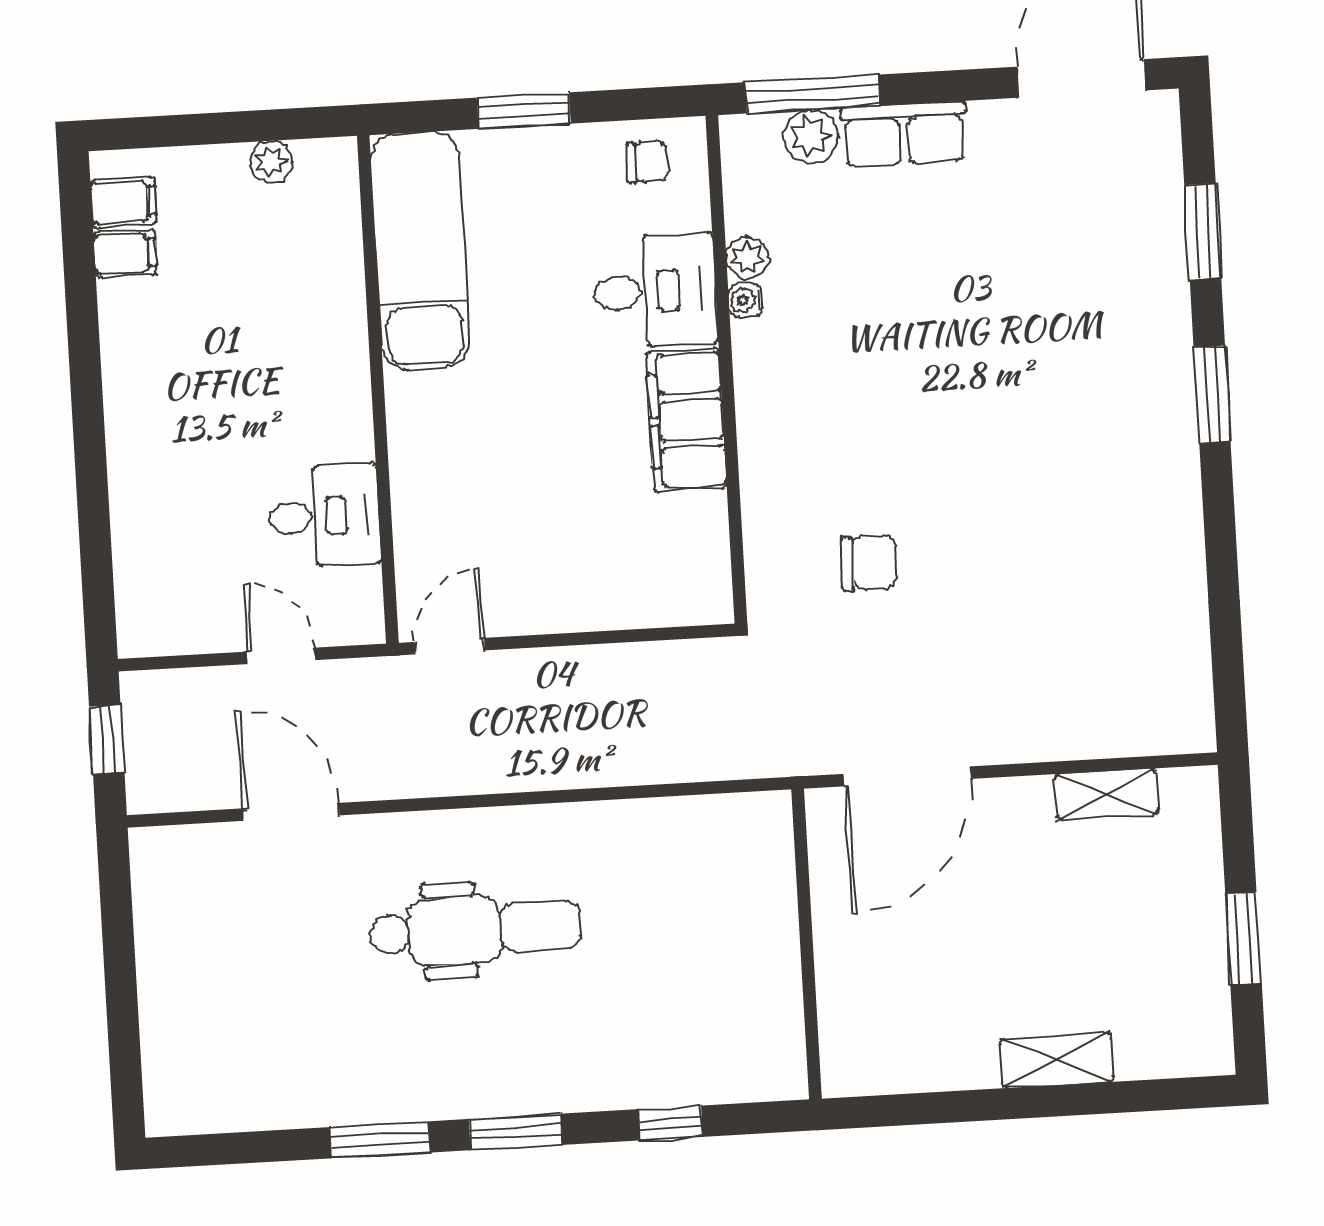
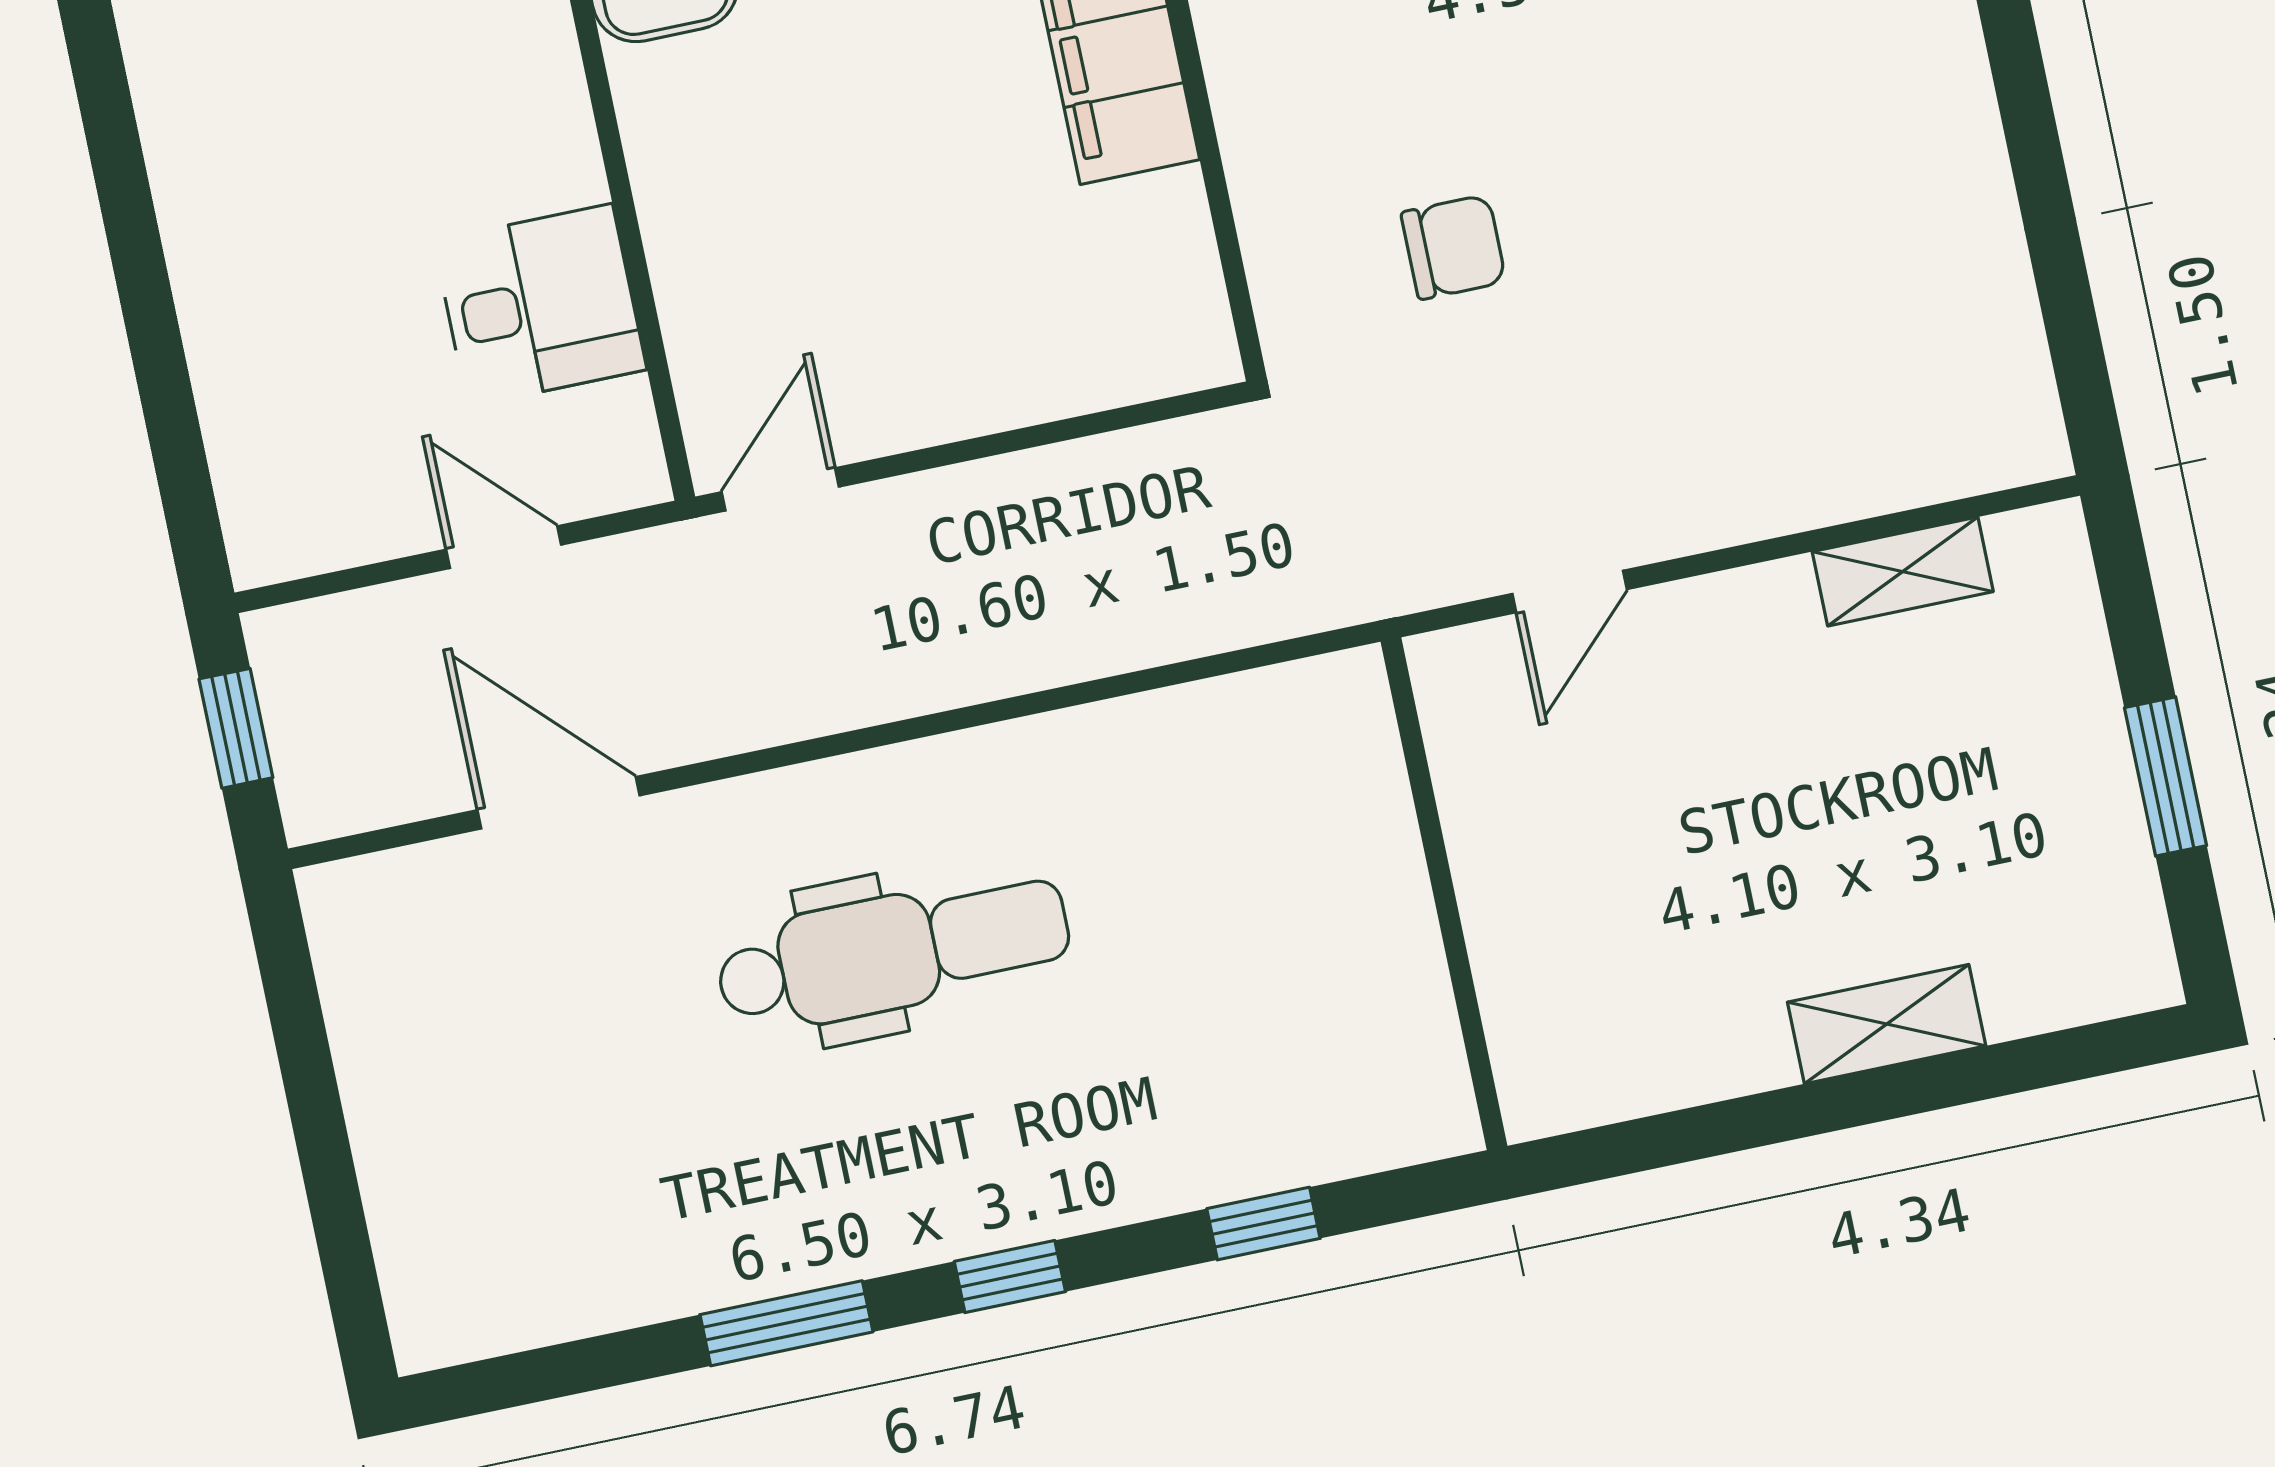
door: (907, 776) -> (1570, 592), width x0.53
window: (516, 1132) -> (1010, 1277), width x0.67

